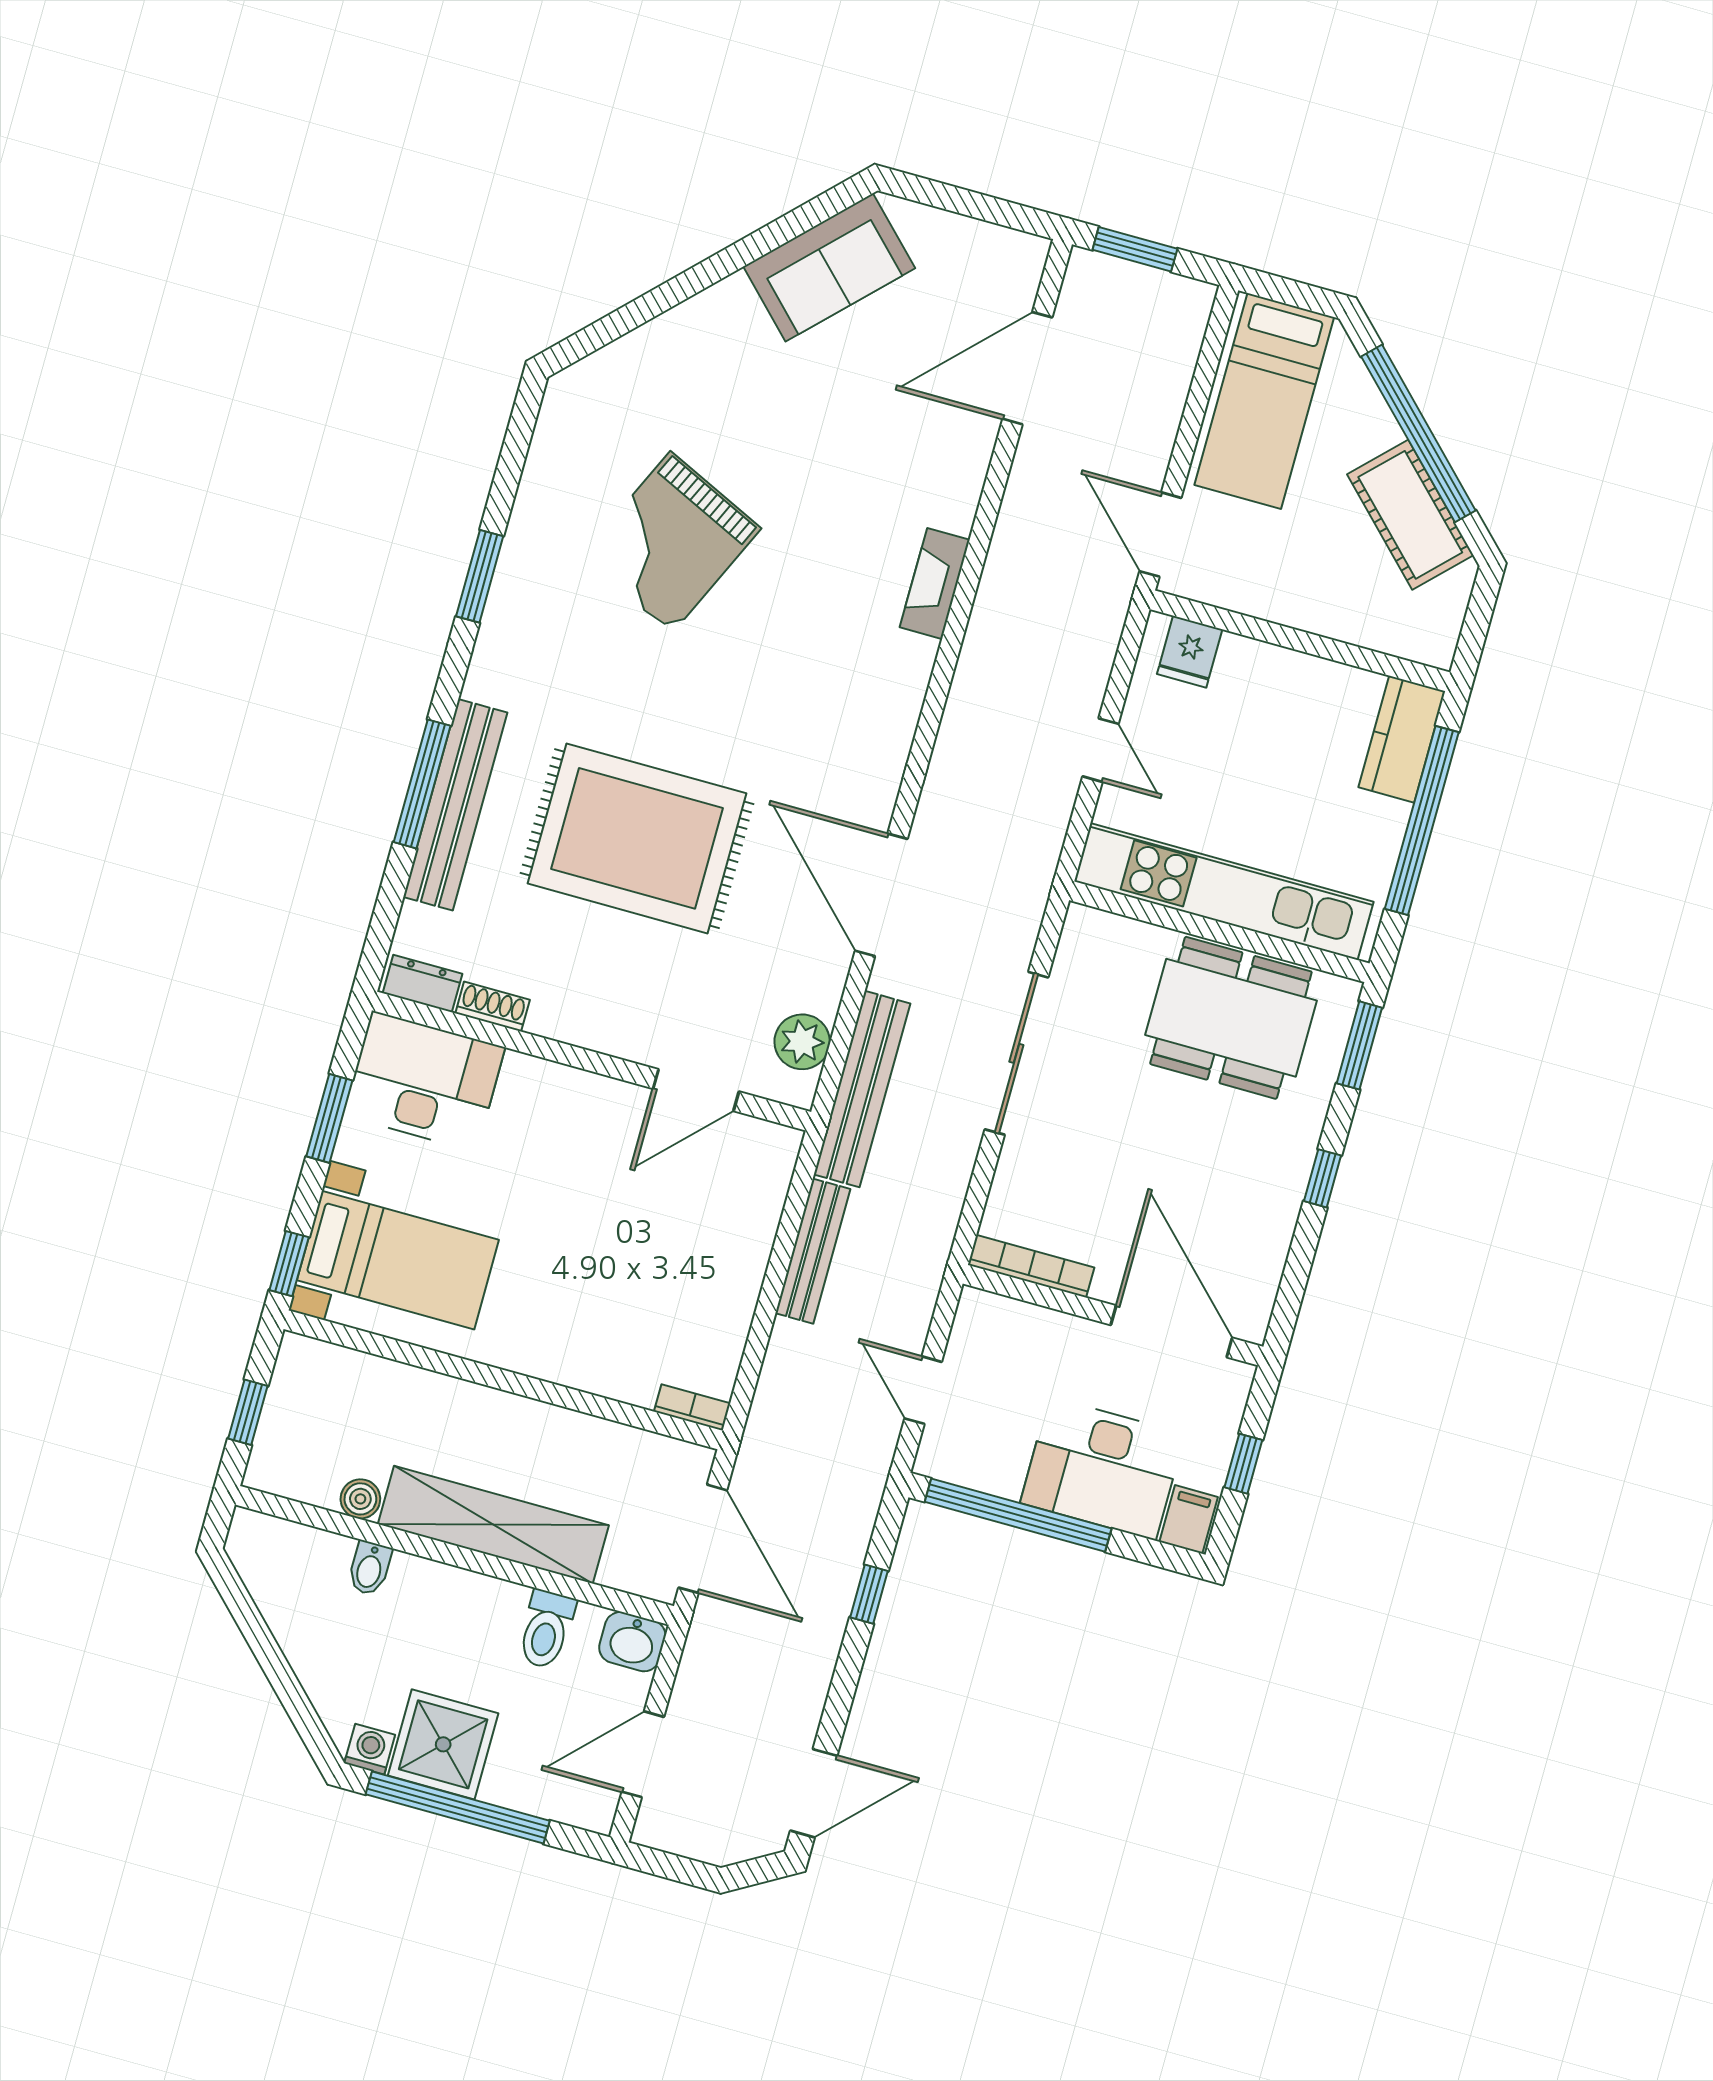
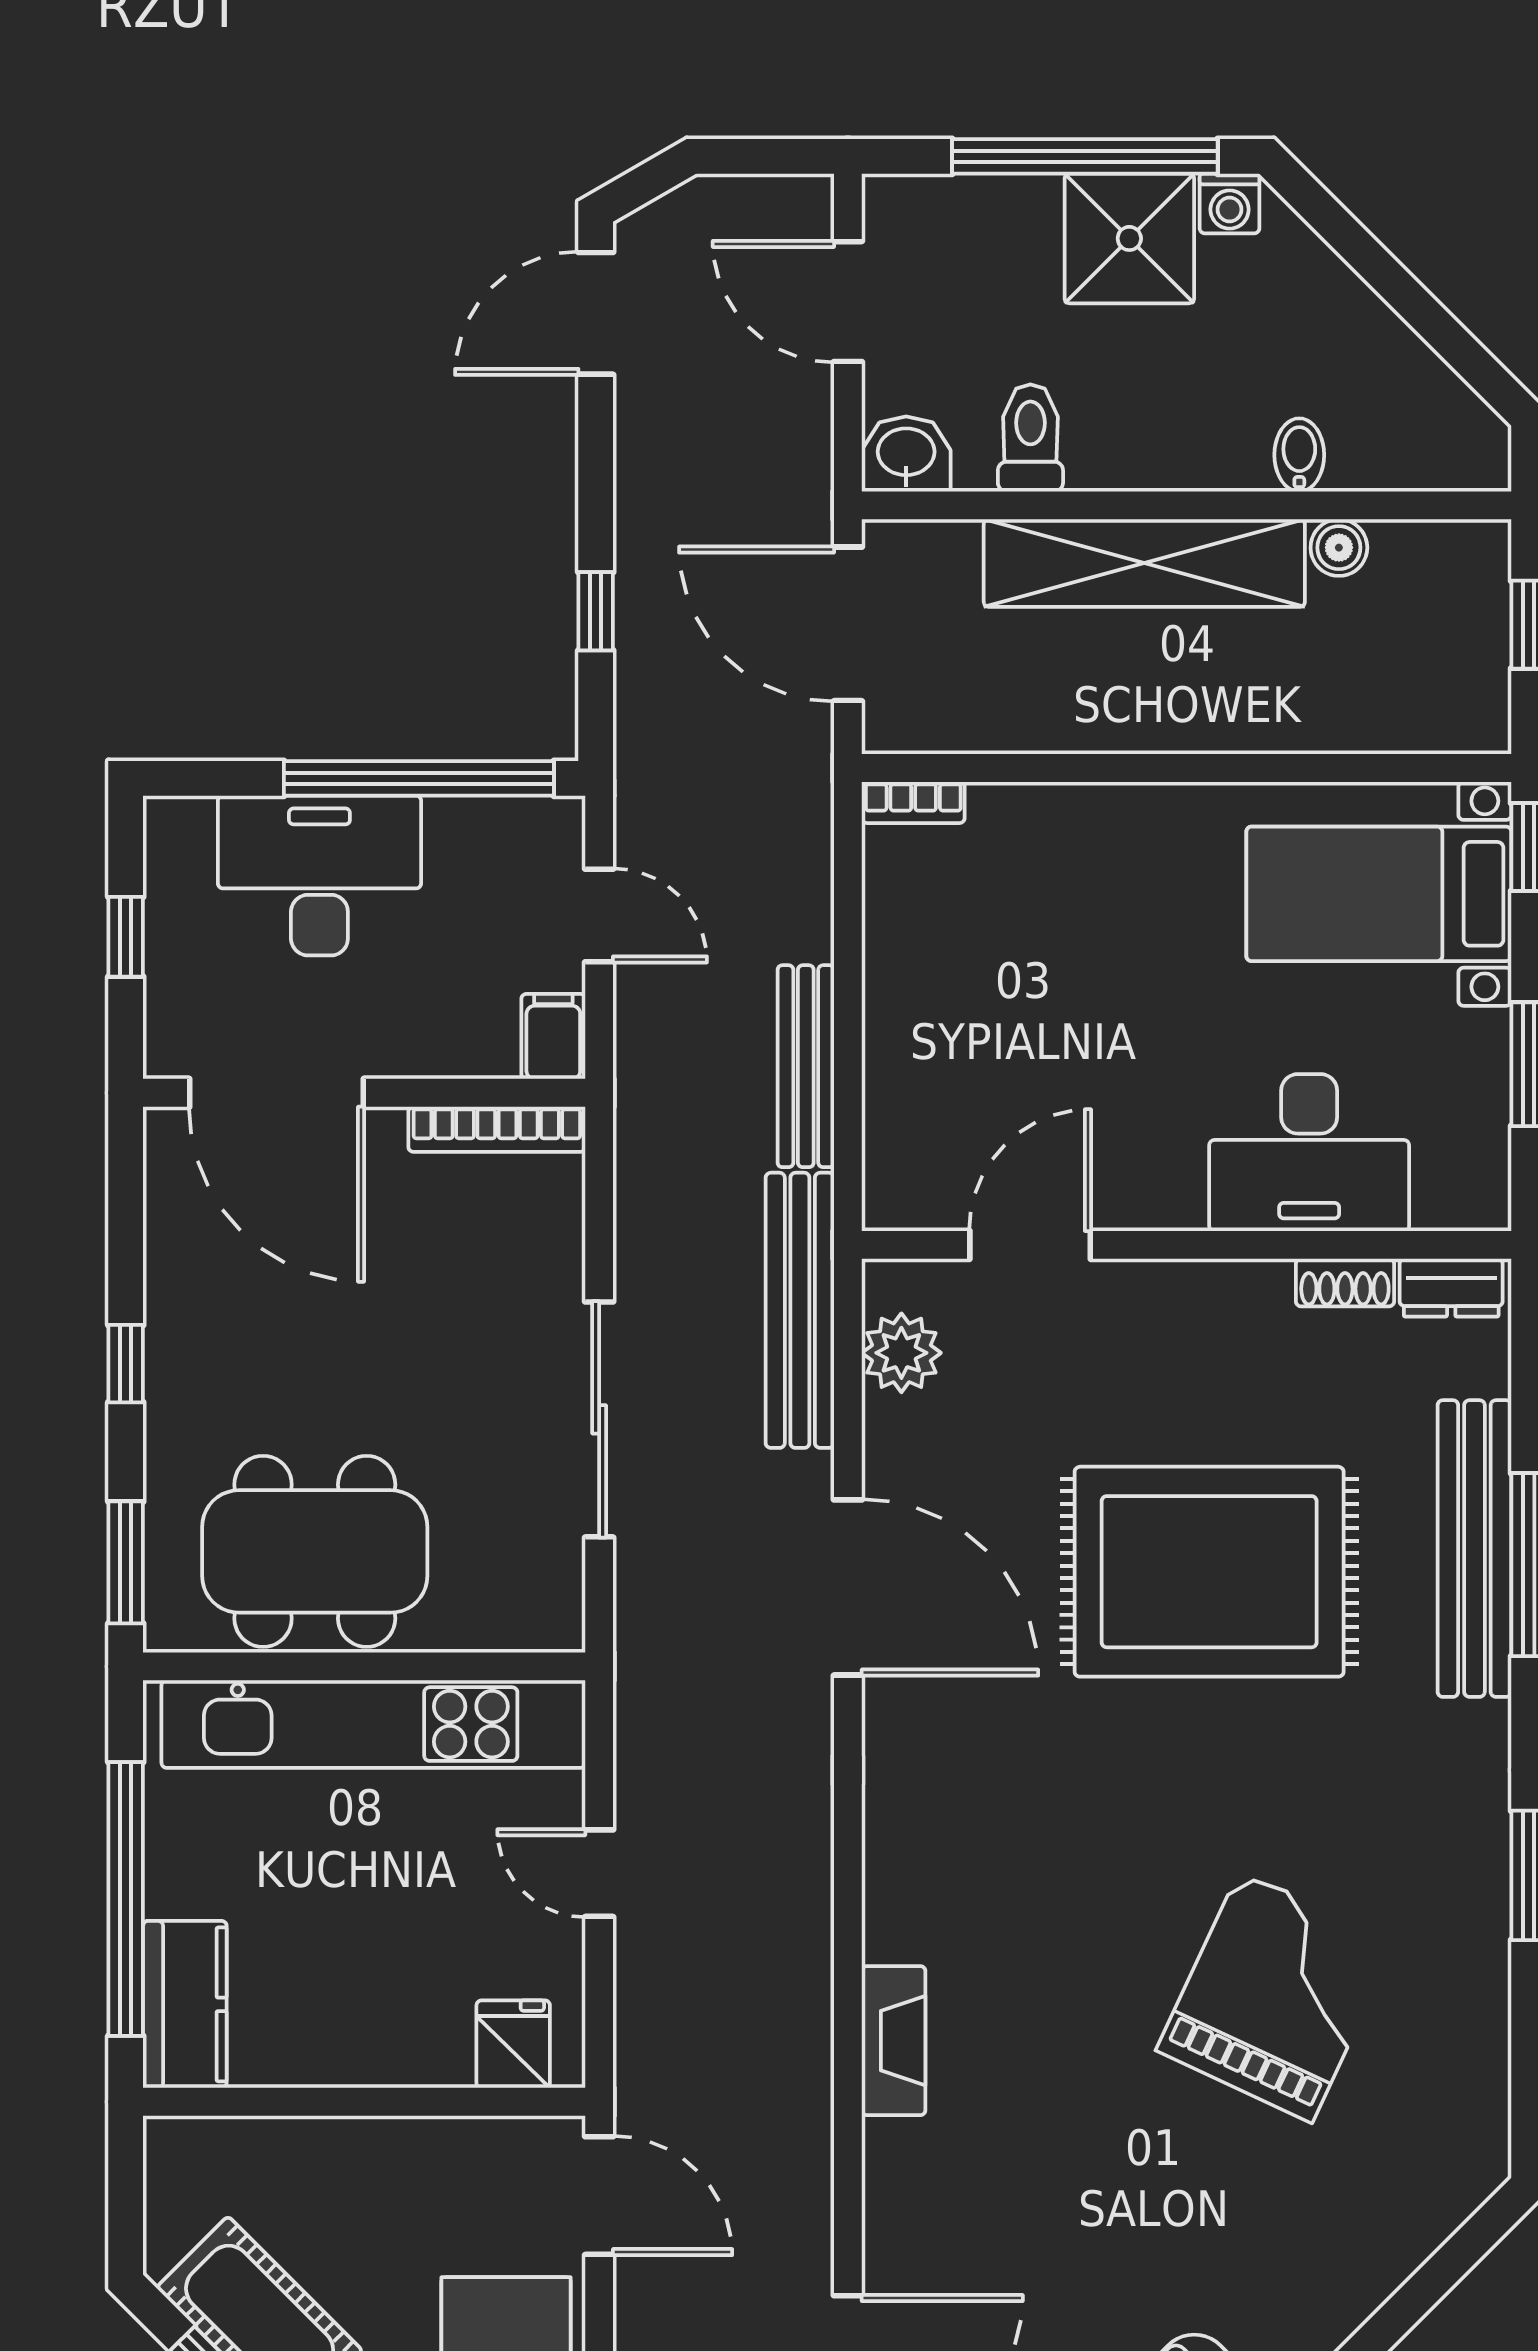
desk: (424, 1081) -> (1309, 1153), moved
filing cabinet: (1189, 1519) -> (553, 1036), moved, turned 180
door: (643, 1754) -> (848, 302), swing flipped

